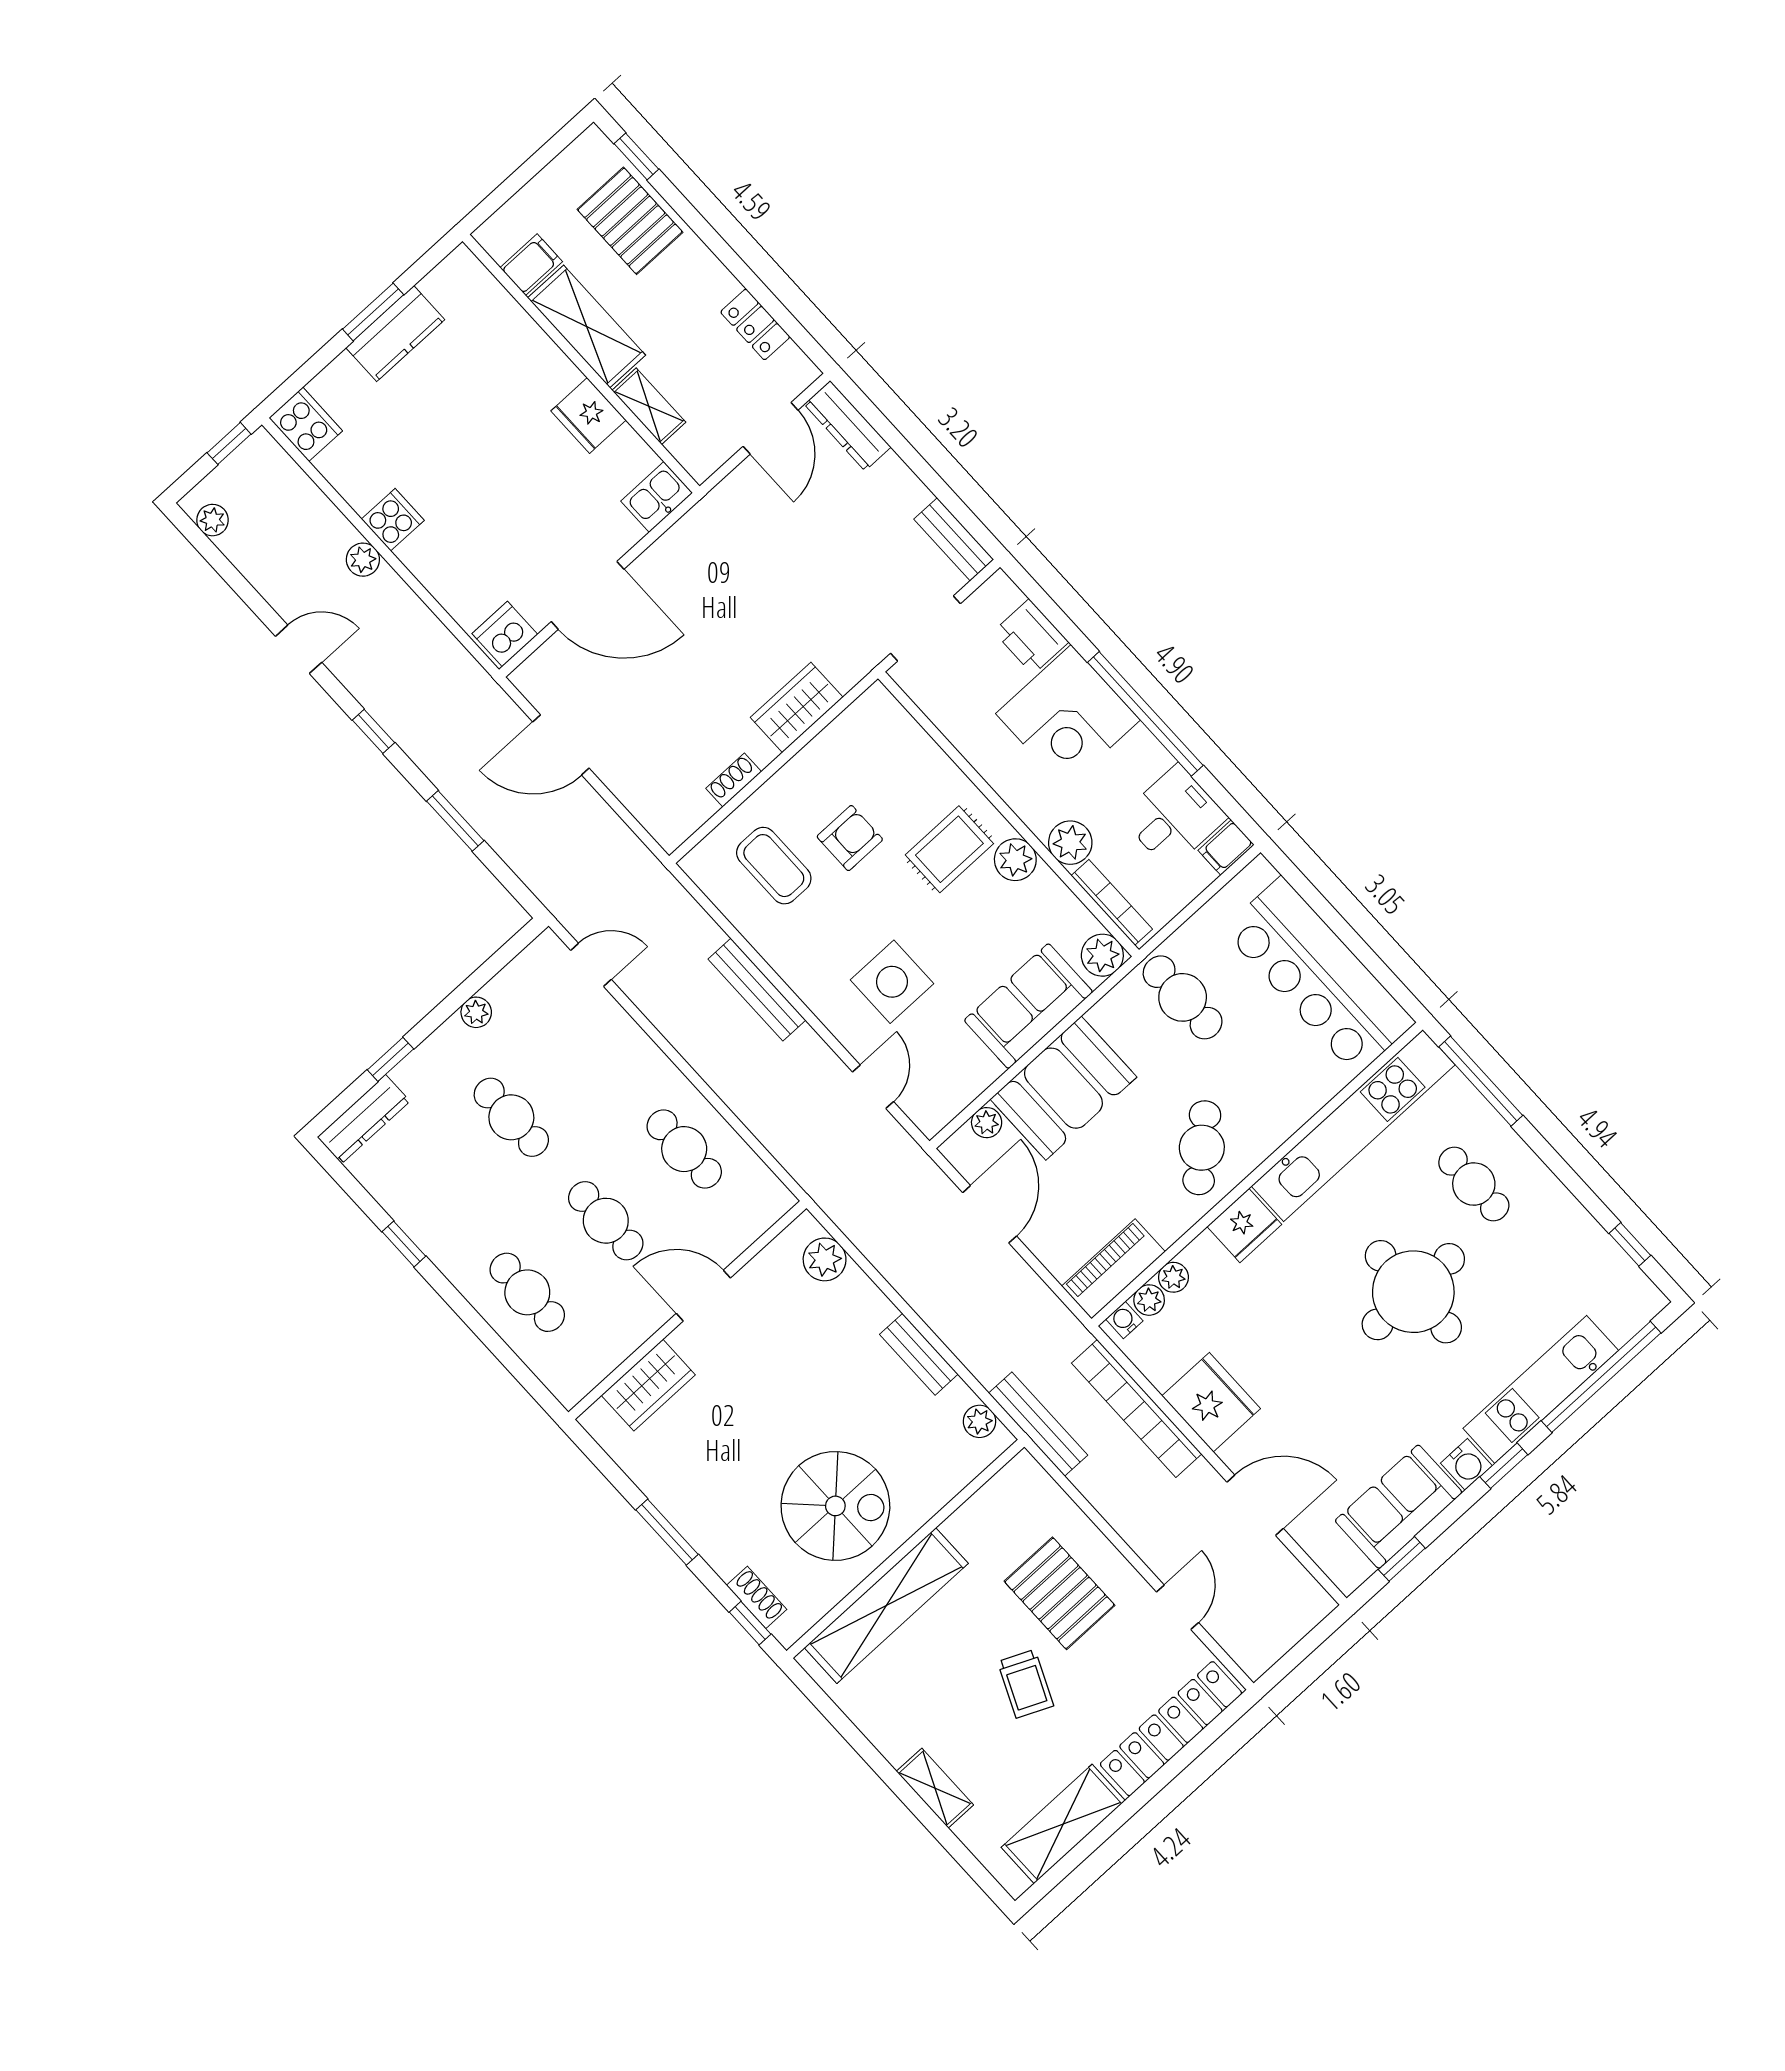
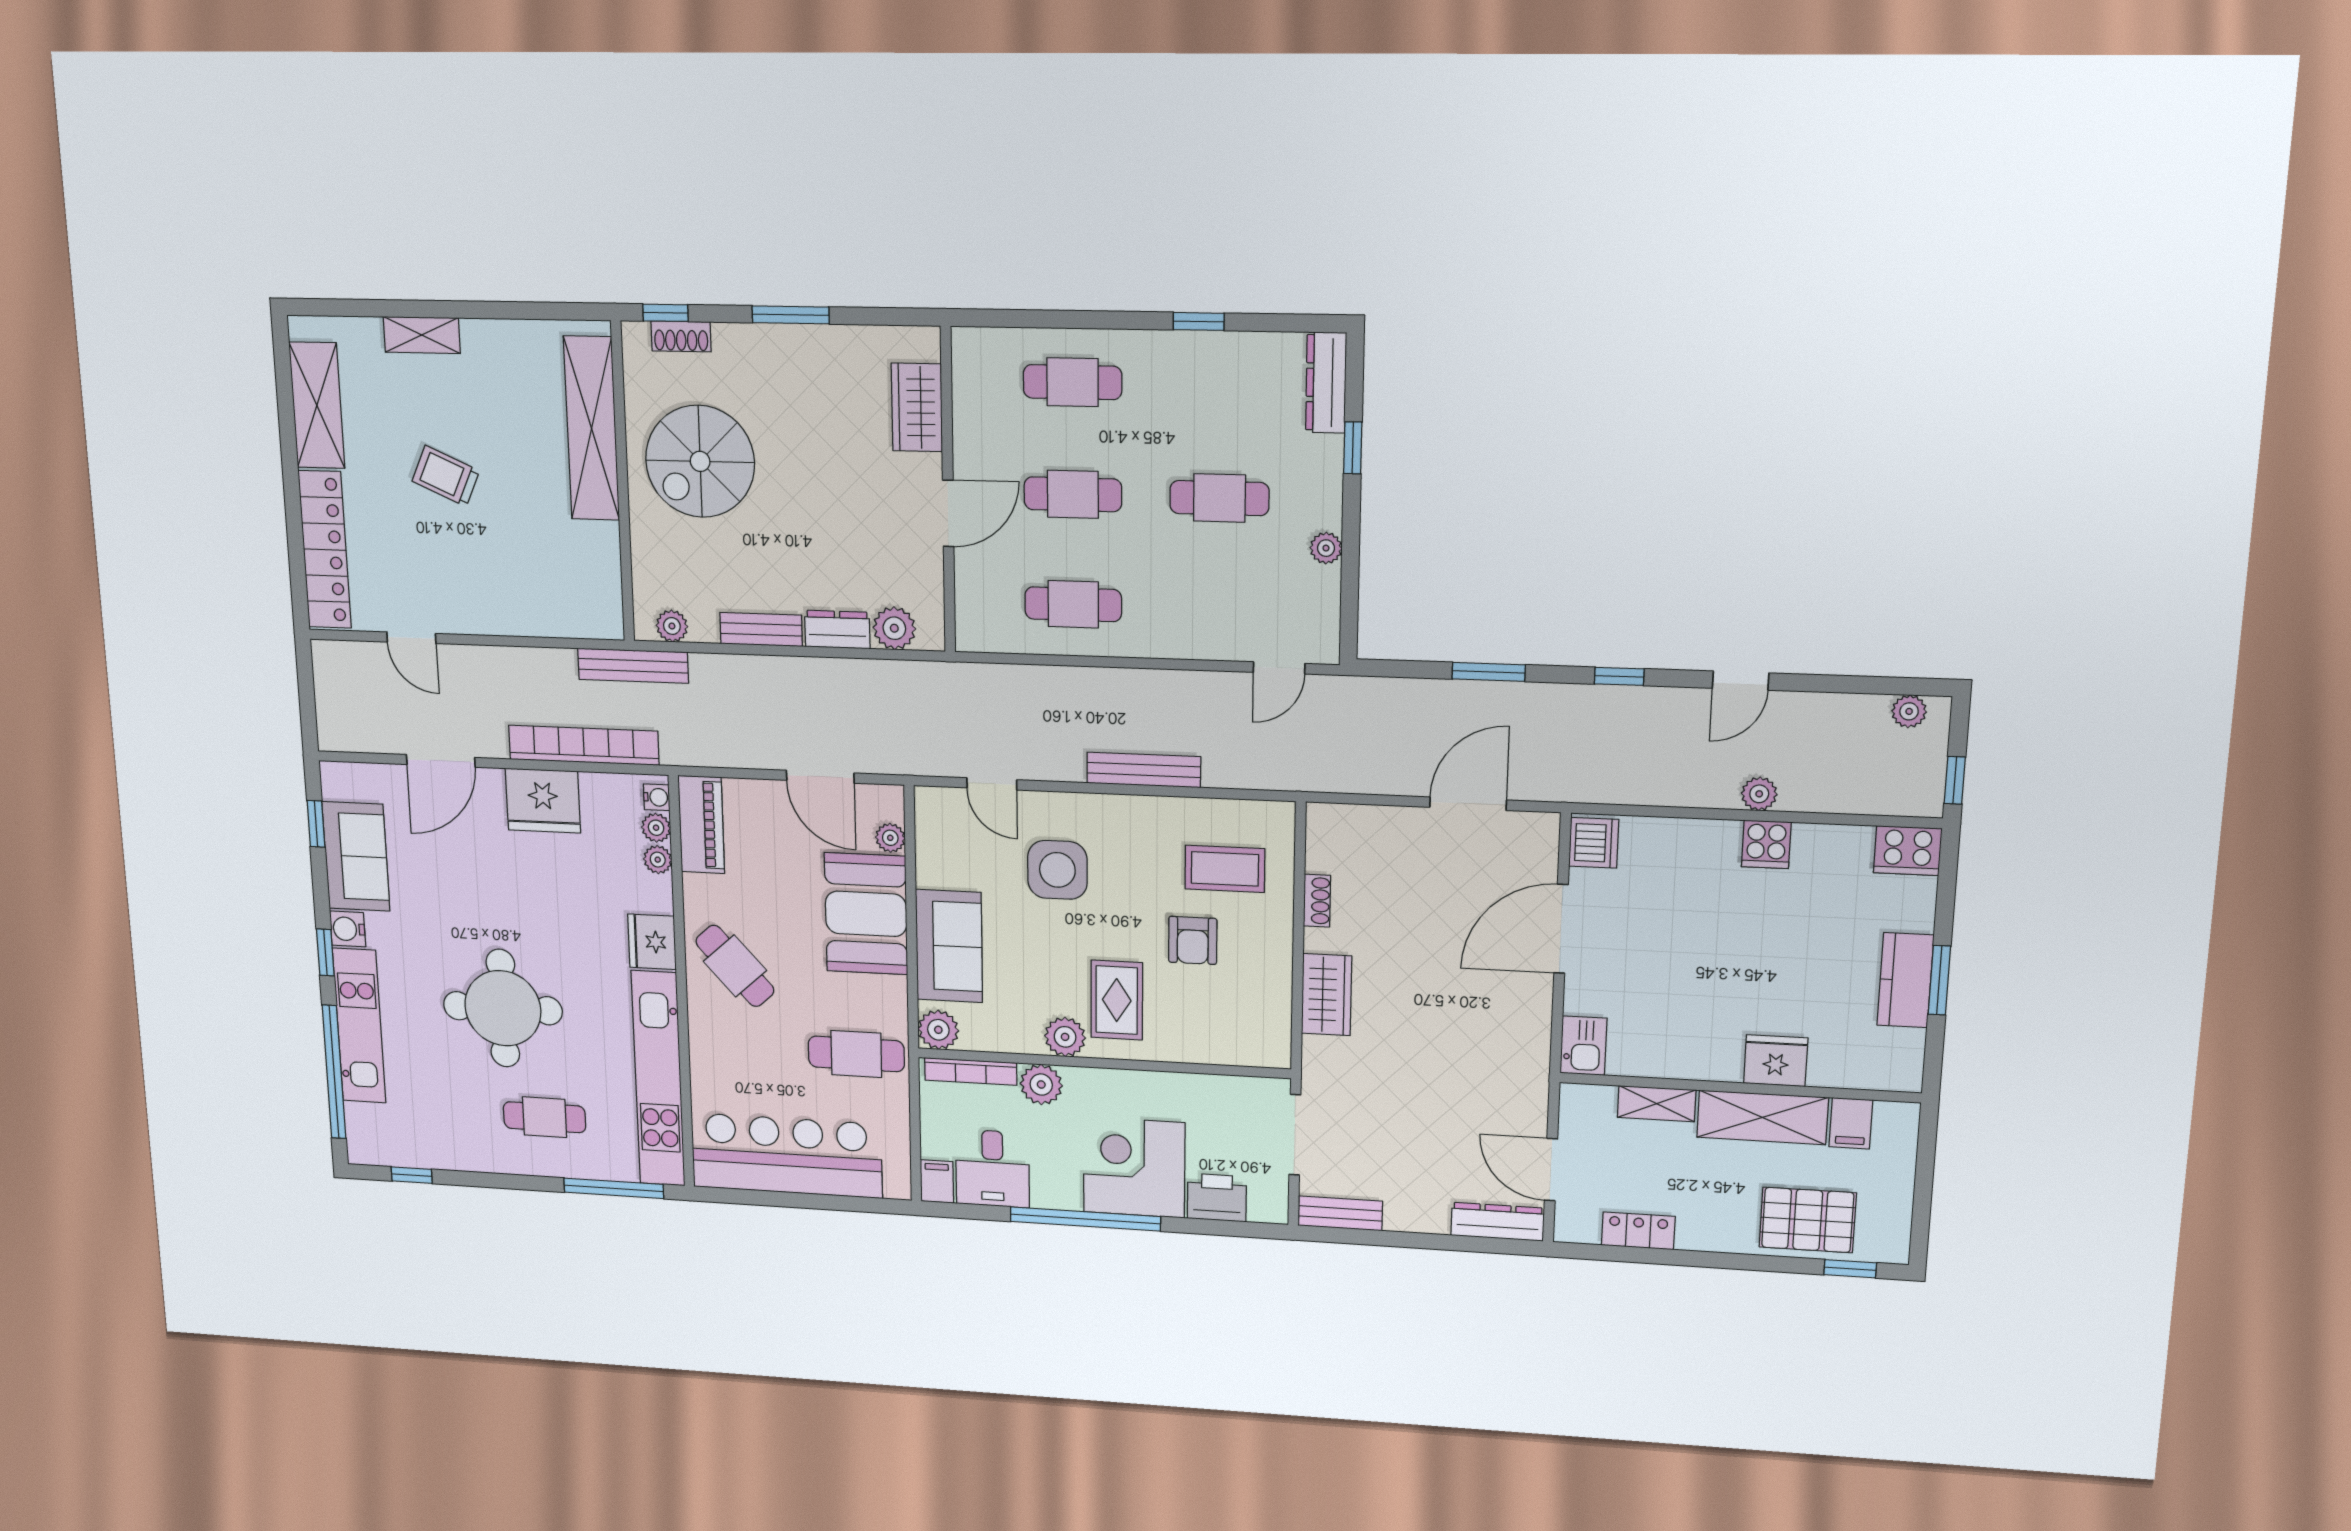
fridge: (588, 416) -> (1776, 1061), moved
dresser: (865, 1299) -> (837, 630), added
pallet: (1059, 1593) -> (493, 564), removed

